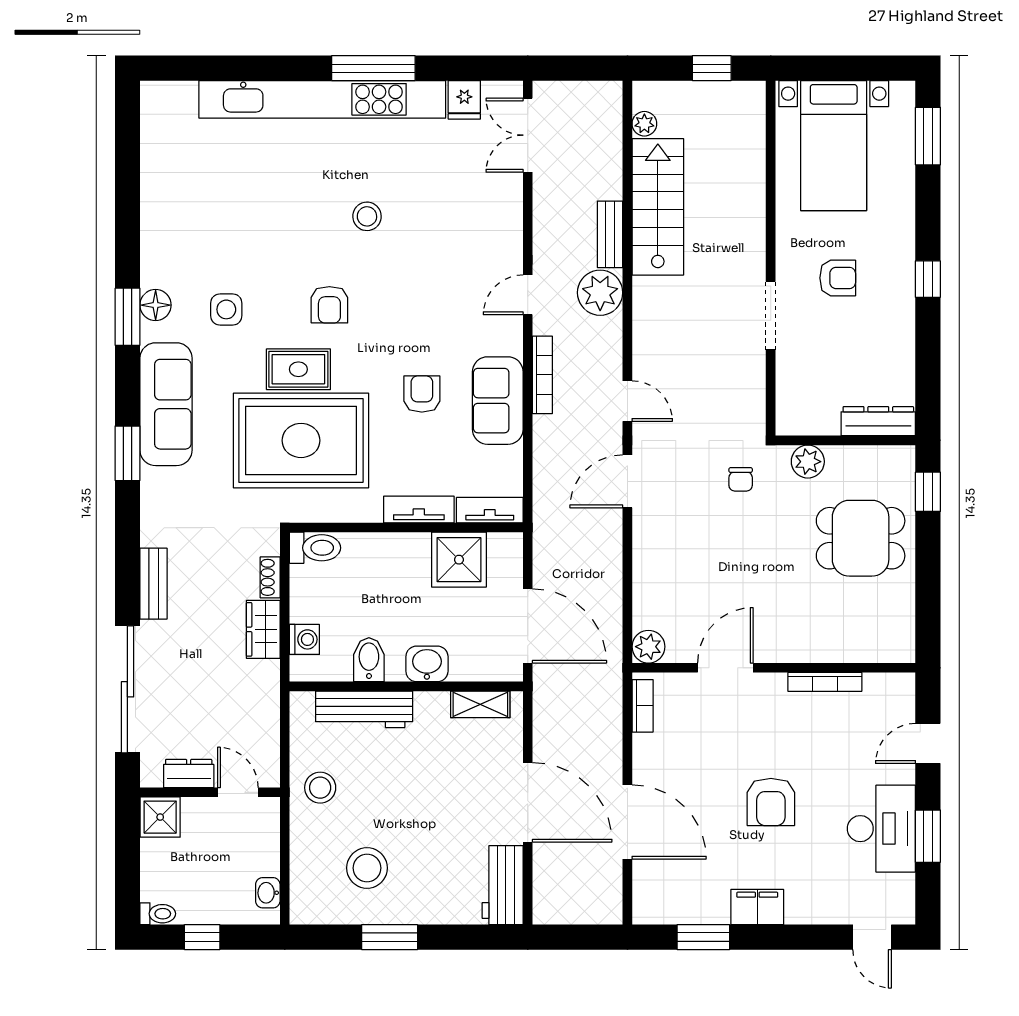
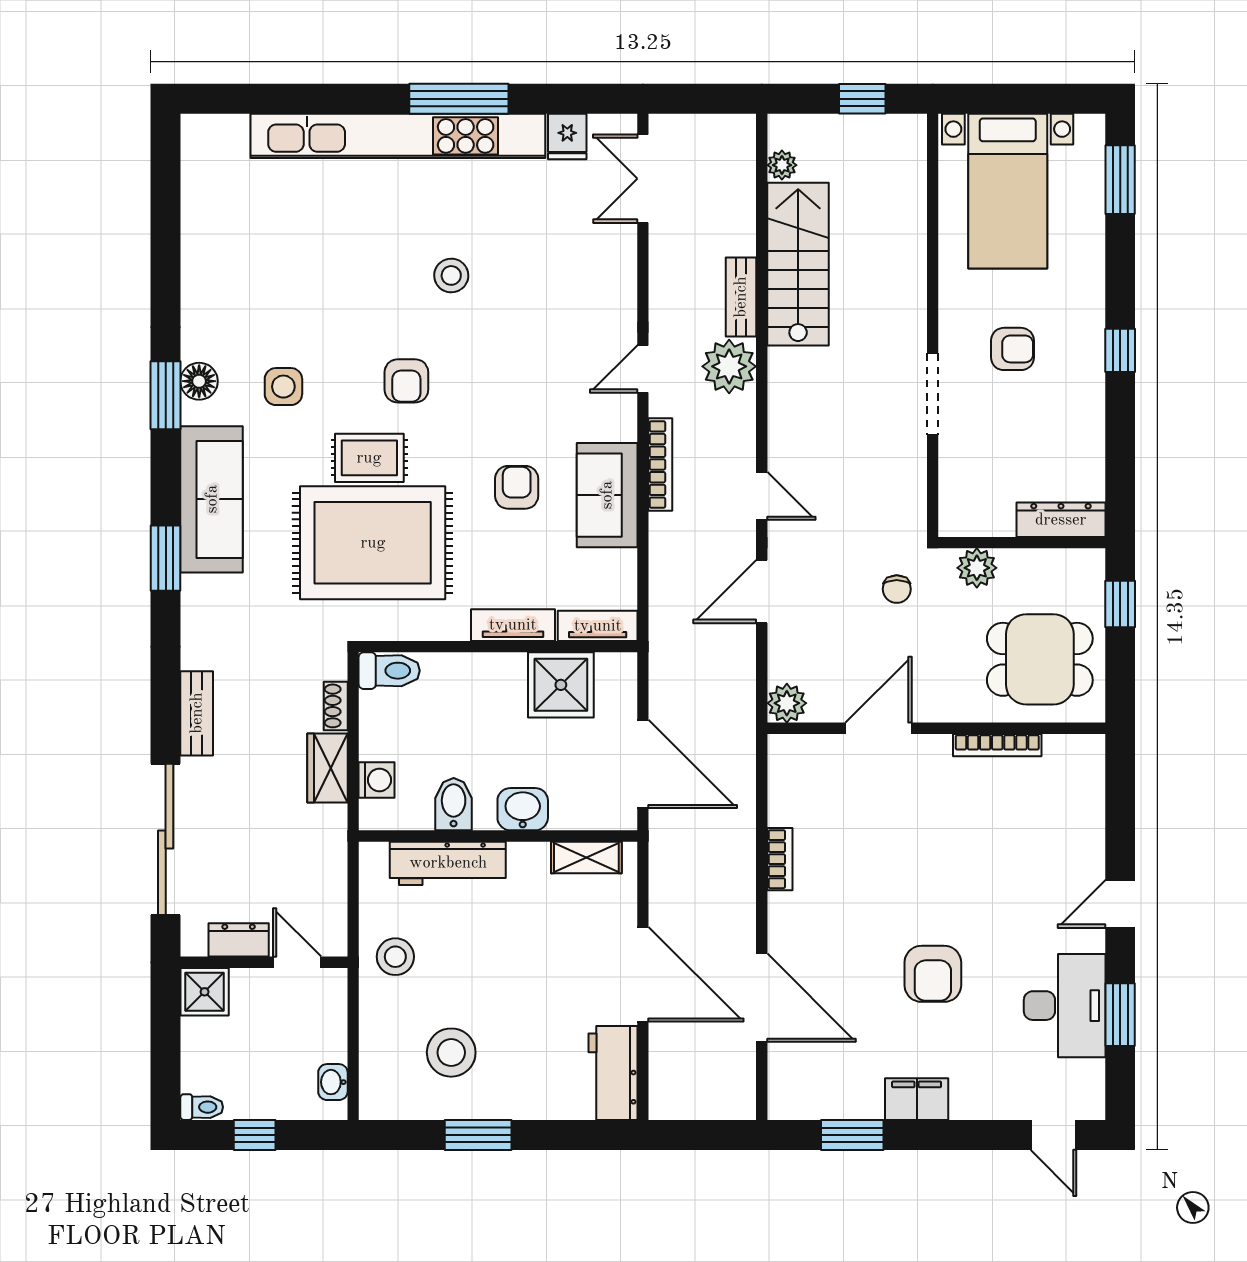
plant: (648, 647) -> (787, 703), moved
door: (725, 668) -> (879, 728), moved
wall: (774, 668) -> (936, 728), moved
bookcase: (825, 682) -> (997, 745), moved

